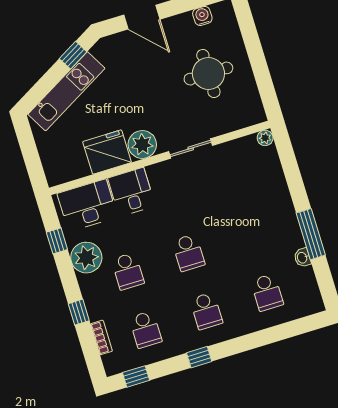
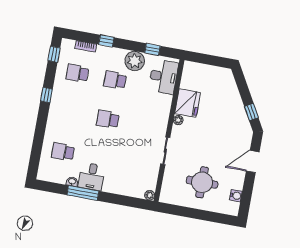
kitchen unit: (66, 91) -> (233, 98), removed
plant: (142, 144) -> (178, 120), width x0.53, depth x0.53
desk: (131, 192) -> (92, 177), moved, turned 90
school desk: (206, 311) -> (70, 112), removed

